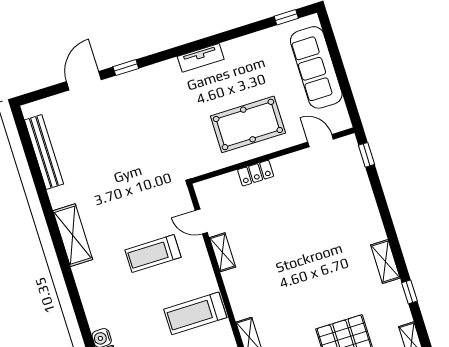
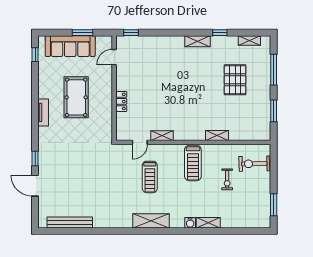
window: (343, 80) -> (83, 33), added
pool table: (248, 124) -> (76, 97), moved
shelving: (73, 235) -> (151, 221), moved

